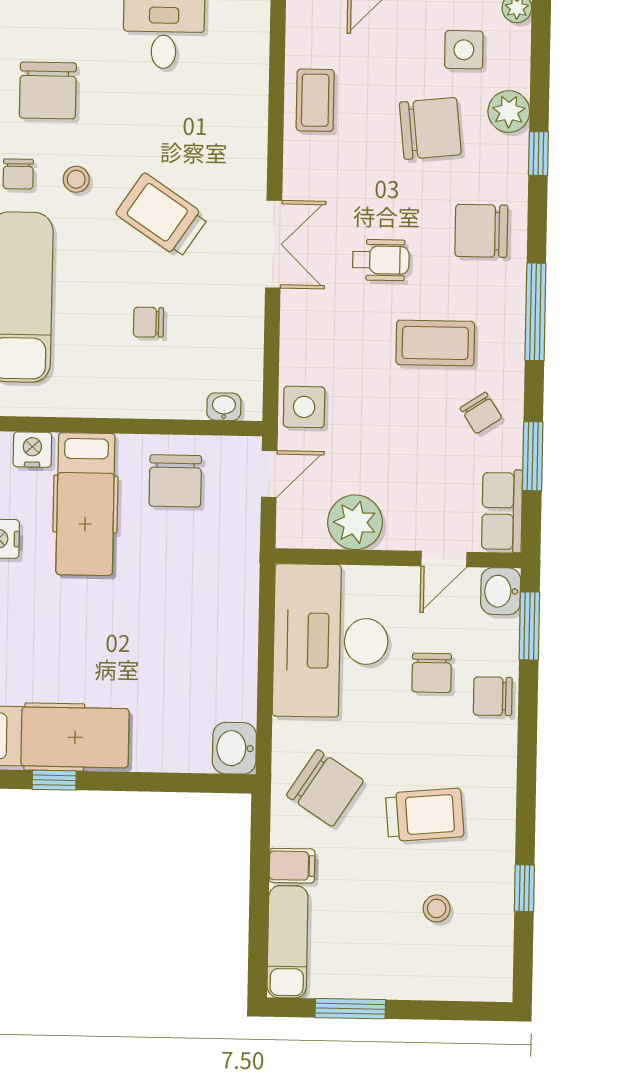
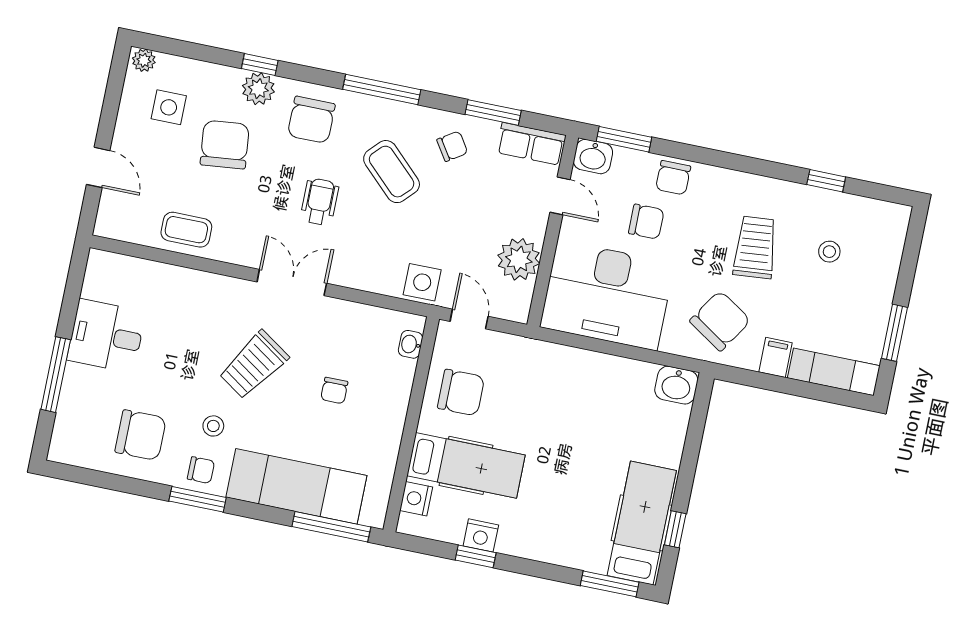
plant: (509, 112) -> (258, 89), moved
coffee table: (435, 343) -> (392, 172), turned -46

